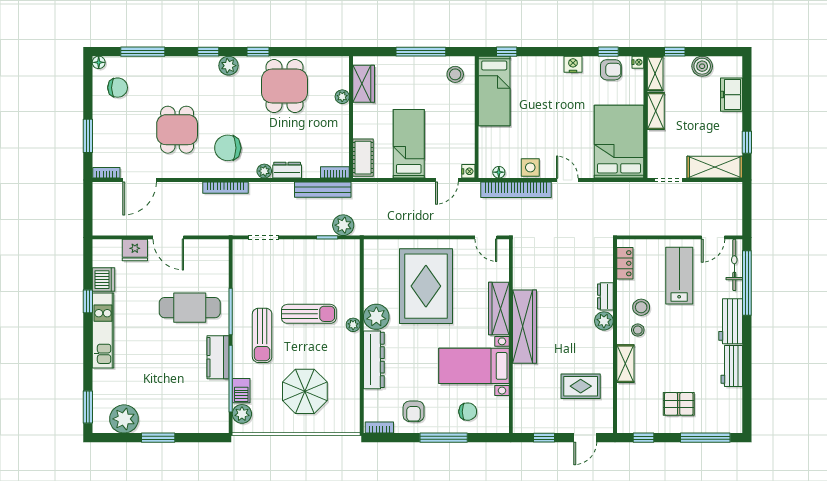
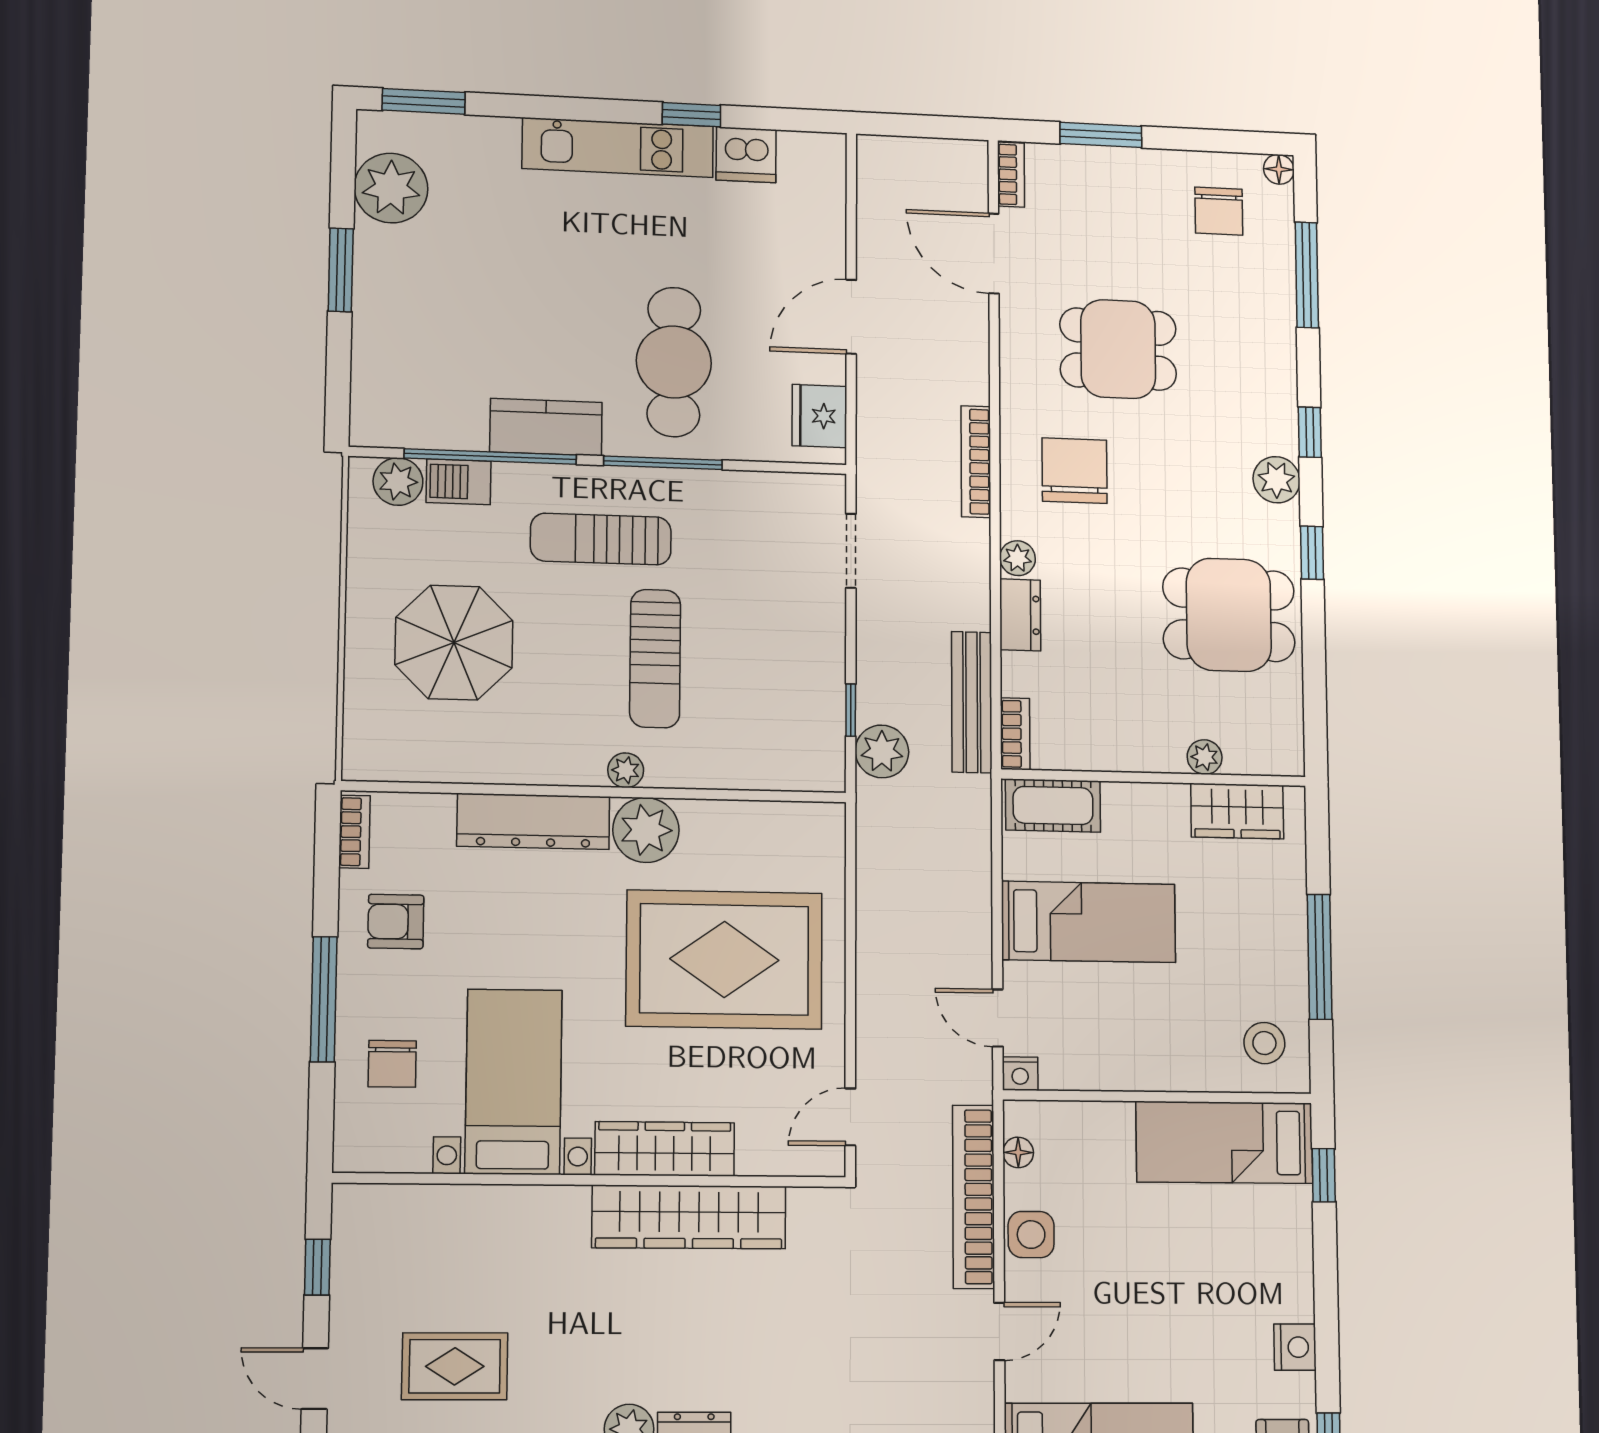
fridge: (135, 250) -> (819, 416), moved
wardrobe: (524, 327) -> (689, 1217), moved
rug: (581, 386) -> (455, 1366), turned 90

